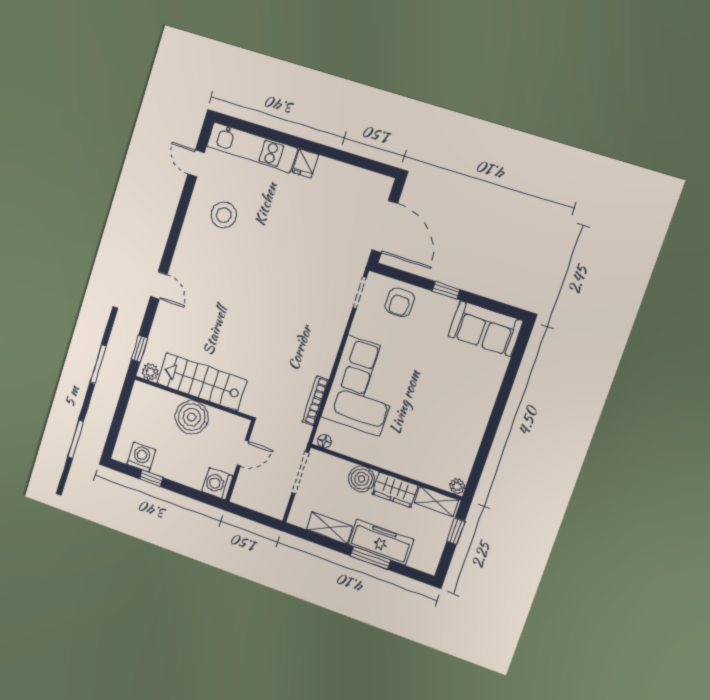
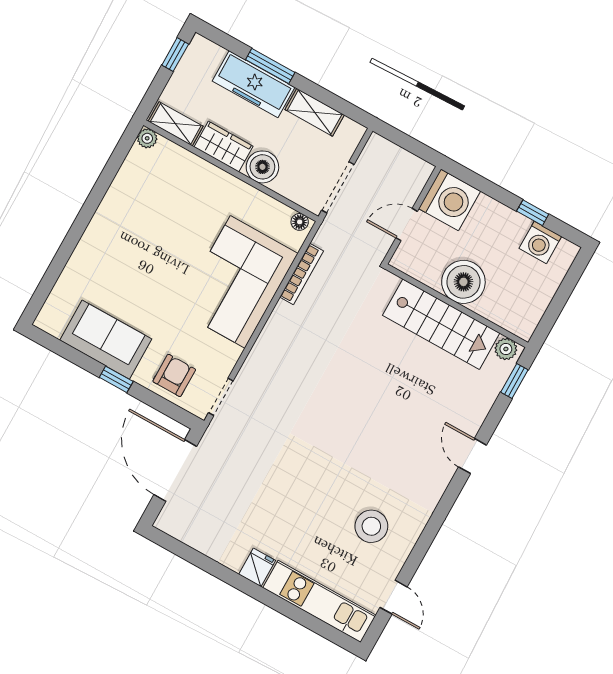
sofa: (486, 329) -> (106, 340), moved
washing machine: (217, 484) -> (450, 200), width x1.37, depth x1.37
window: (456, 531) -> (175, 55), moved

